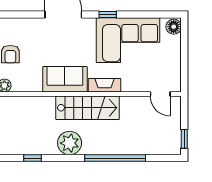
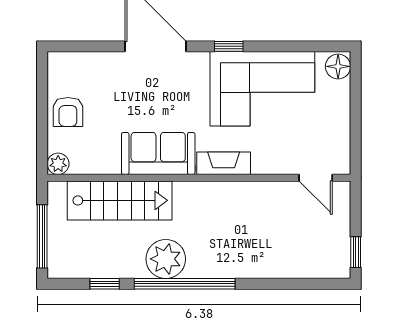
stairs: (88, 108) -> (120, 200), moved
window: (115, 158) -> (185, 284), moved

